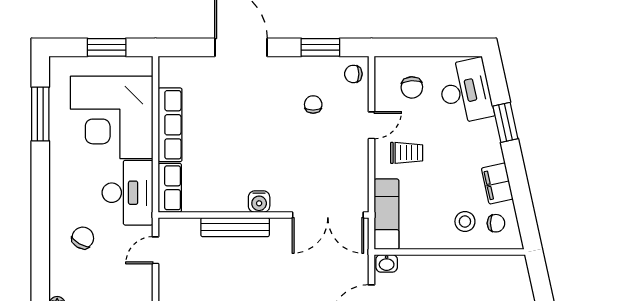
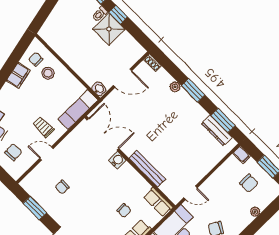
chair: (353, 74) -> (124, 211), moved
row of seats: (170, 188) -> (158, 202), moved, turned -90
water cooler: (259, 202) -> (117, 160), moved

